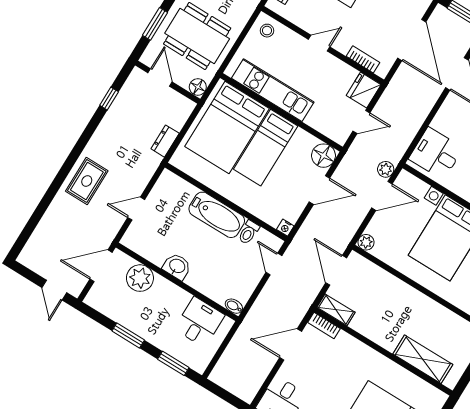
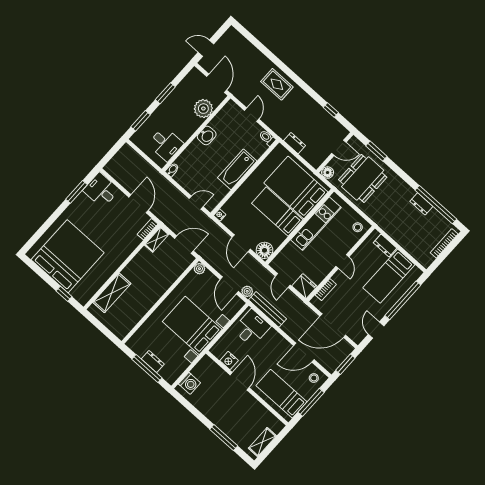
bench: (406, 136) -> (267, 309), added
toilet: (249, 232) -> (267, 138), moved

